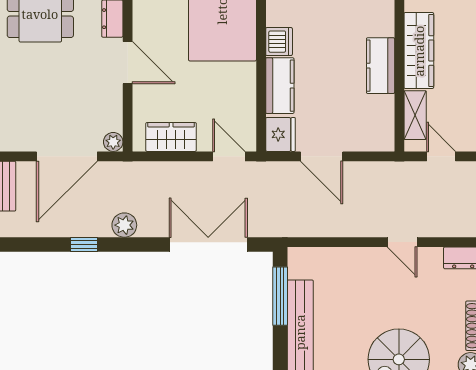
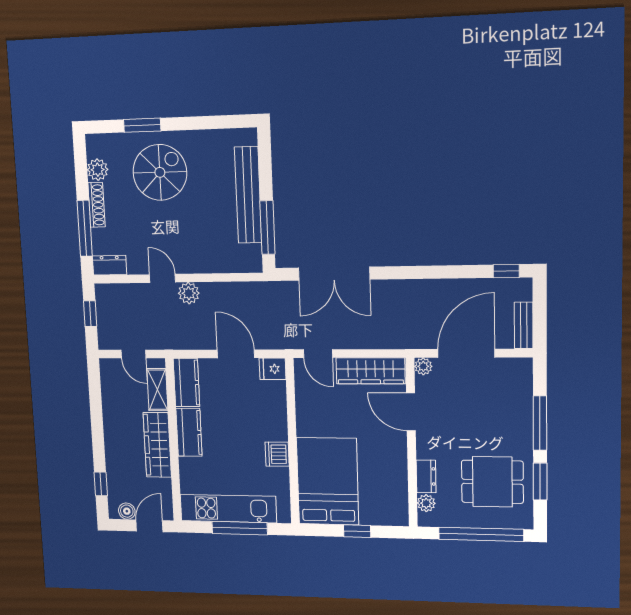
door: (128, 63) -> (411, 412), moved
kitchen counter: (280, 86) -> (186, 382), moved, turned 180
fridge: (281, 134) -> (273, 369), width x0.72
wardrobe: (171, 137) -> (370, 371), width x1.50
plant: (124, 225) -> (189, 293), moved
window: (84, 244) -> (506, 271), moved

